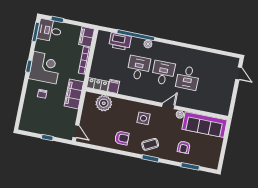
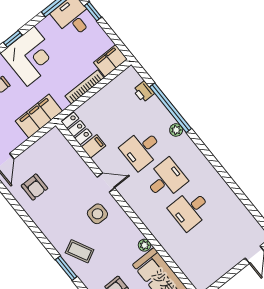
printer: (120, 42) -> (144, 92), width x0.53, depth x0.68
desk: (139, 68) -> (141, 149), turned 180
plant: (104, 103) -> (65, 157), removed
door: (168, 106) -> (106, 182), moved
armchair: (122, 138) -> (34, 187), moved

